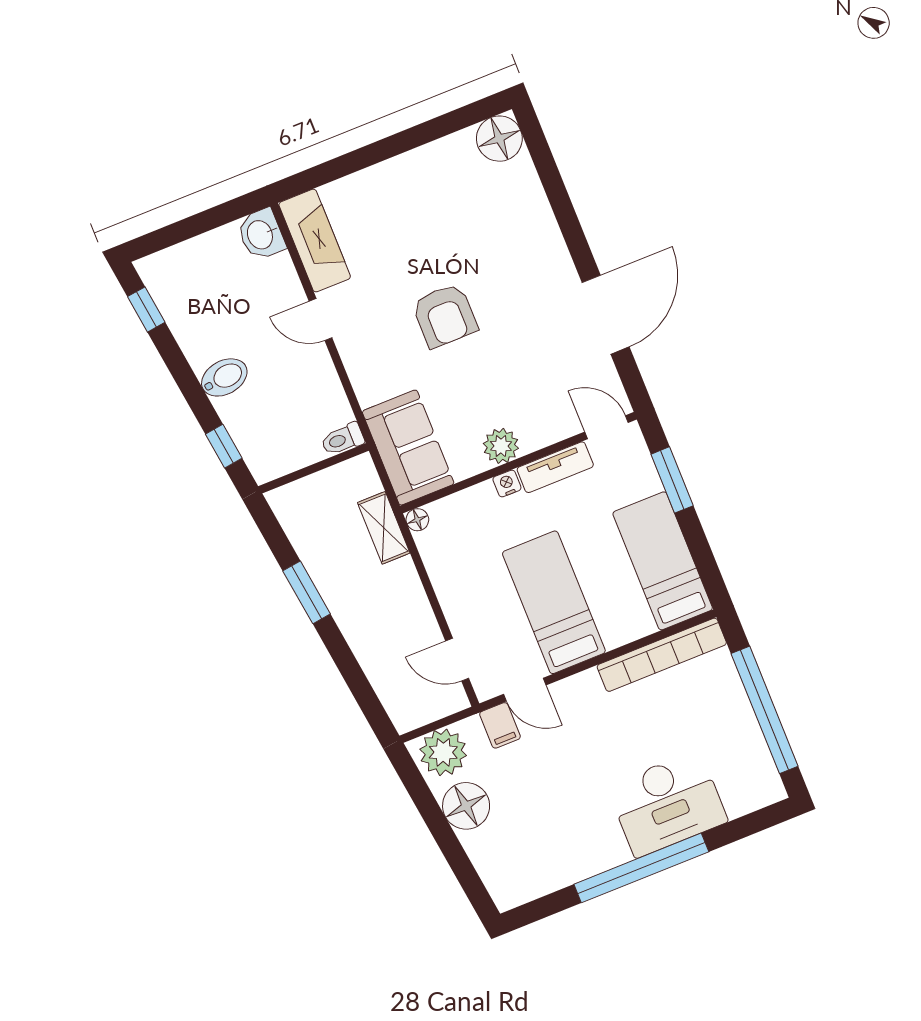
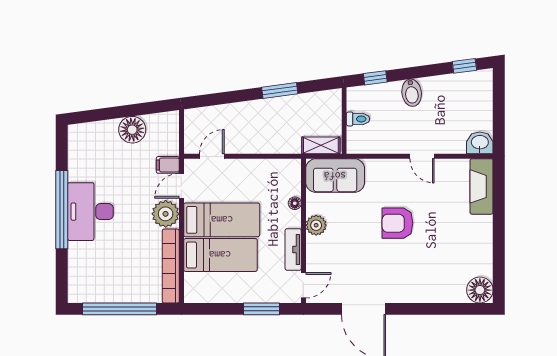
fireplace: (315, 241) -> (481, 186), moved, turned 90
door: (320, 319) -> (422, 156), swing flipped
toilet: (343, 439) -> (358, 119), moved, turned 90
nightstand: (507, 484) -> (295, 220), removed
floor lamp: (417, 520) -> (295, 203), moved
shelving: (384, 528) -> (321, 145), moved
bed: (663, 561) -> (220, 255), moved
plant: (443, 752) -> (166, 214), moved
desk: (667, 804) -> (90, 212), moved

